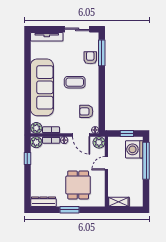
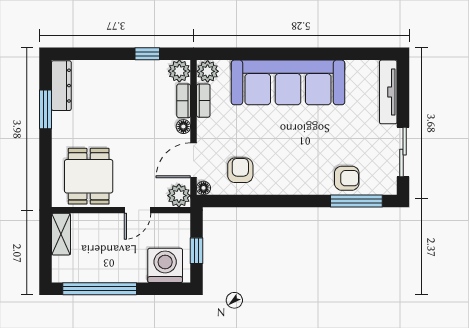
coffee table: (75, 82) -> (298, 147), removed
window: (146, 161) -> (100, 289), moved
door: (106, 163) -> (138, 210), swing flipped
dining table: (78, 185) -> (89, 176), moved, turned 90
window: (70, 210) -> (45, 109), moved

